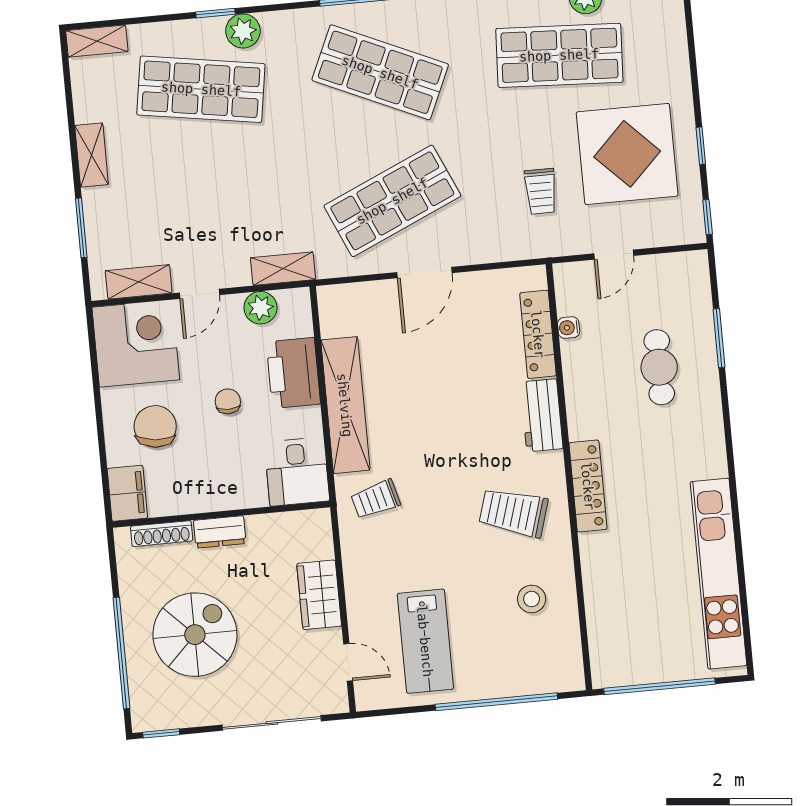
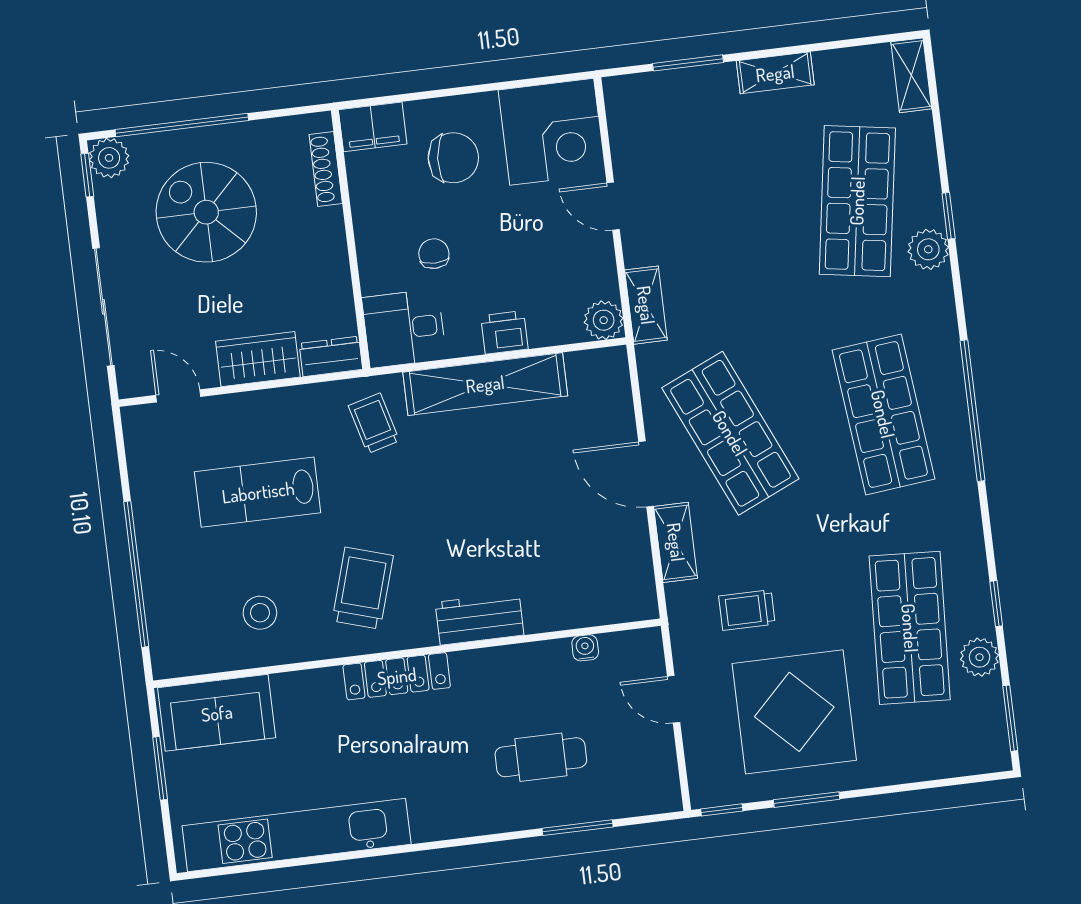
shop shelf: (380, 72) -> (883, 414), turned -30
window: (701, 146) -> (807, 800), width x1.50
shelving: (139, 282) -> (676, 542), moved
plant: (260, 308) -> (604, 320), moved
locker: (538, 334) -> (576, 612), removed
printer: (293, 373) -> (504, 332), width x0.53, depth x0.68
chair: (228, 401) -> (434, 254), moved, turned -90
dresser: (220, 532) -> (331, 356), moved, turned 90
spiral stairs: (195, 635) -> (206, 212), turned 180
sofa: (614, 638) -> (217, 713), added
lab bench: (425, 641) -> (258, 492), moved
door: (348, 662) -> (178, 396), swing flipped
window: (659, 686) -> (160, 768), width x0.47
plant: (147, 715) -> (109, 158), added

